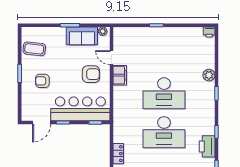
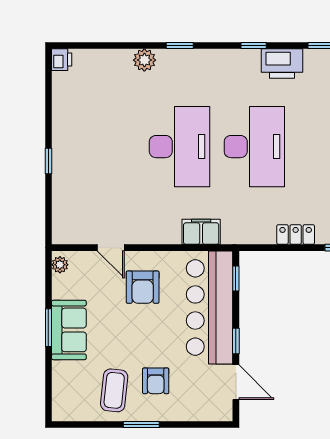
sofa: (82, 36) -> (69, 330), moved
coffee table: (34, 49) -> (114, 390), moved
door: (111, 58) -> (111, 248), hinge flipped
armchair: (91, 74) -> (143, 287), turned 180
filing cabinet: (120, 75) -> (201, 232), moved

